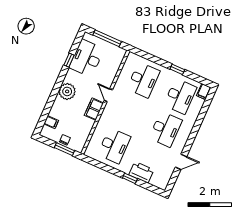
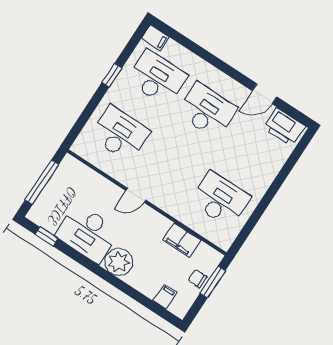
desk: (87, 58) -> (88, 233), moved
window: (69, 60) -> (46, 237), moved
filing cabinet: (94, 109) -> (181, 240), moved
door: (181, 162) -> (265, 94), swing flipped
printer: (141, 172) -> (284, 127), moved, turned -90
window: (130, 178) -> (278, 182), removed

